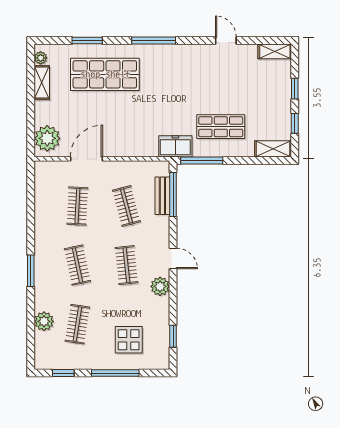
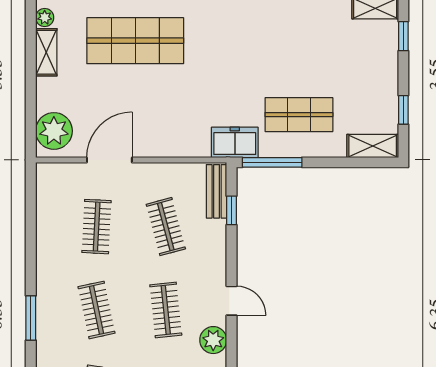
window: (295, 89) -> (403, 36), moved
window: (173, 194) -> (232, 210), width x0.46
bench: (162, 196) -> (217, 191), moved

